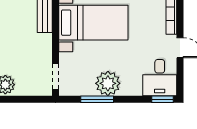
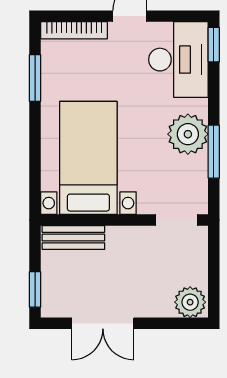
desk: (160, 78) -> (178, 60), width x1.37

